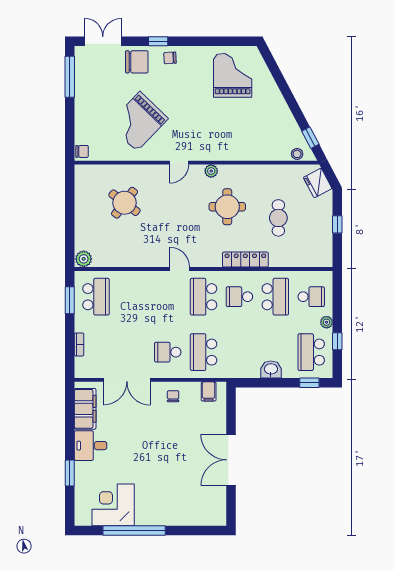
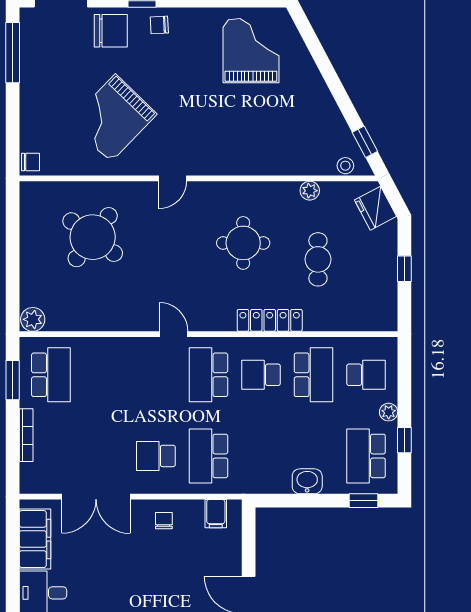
plant: (211, 171) -> (310, 191), moved
round table: (124, 203) -> (93, 237), width x1.36, depth x1.36
bookcase: (79, 344) -> (26, 435), width x1.56

